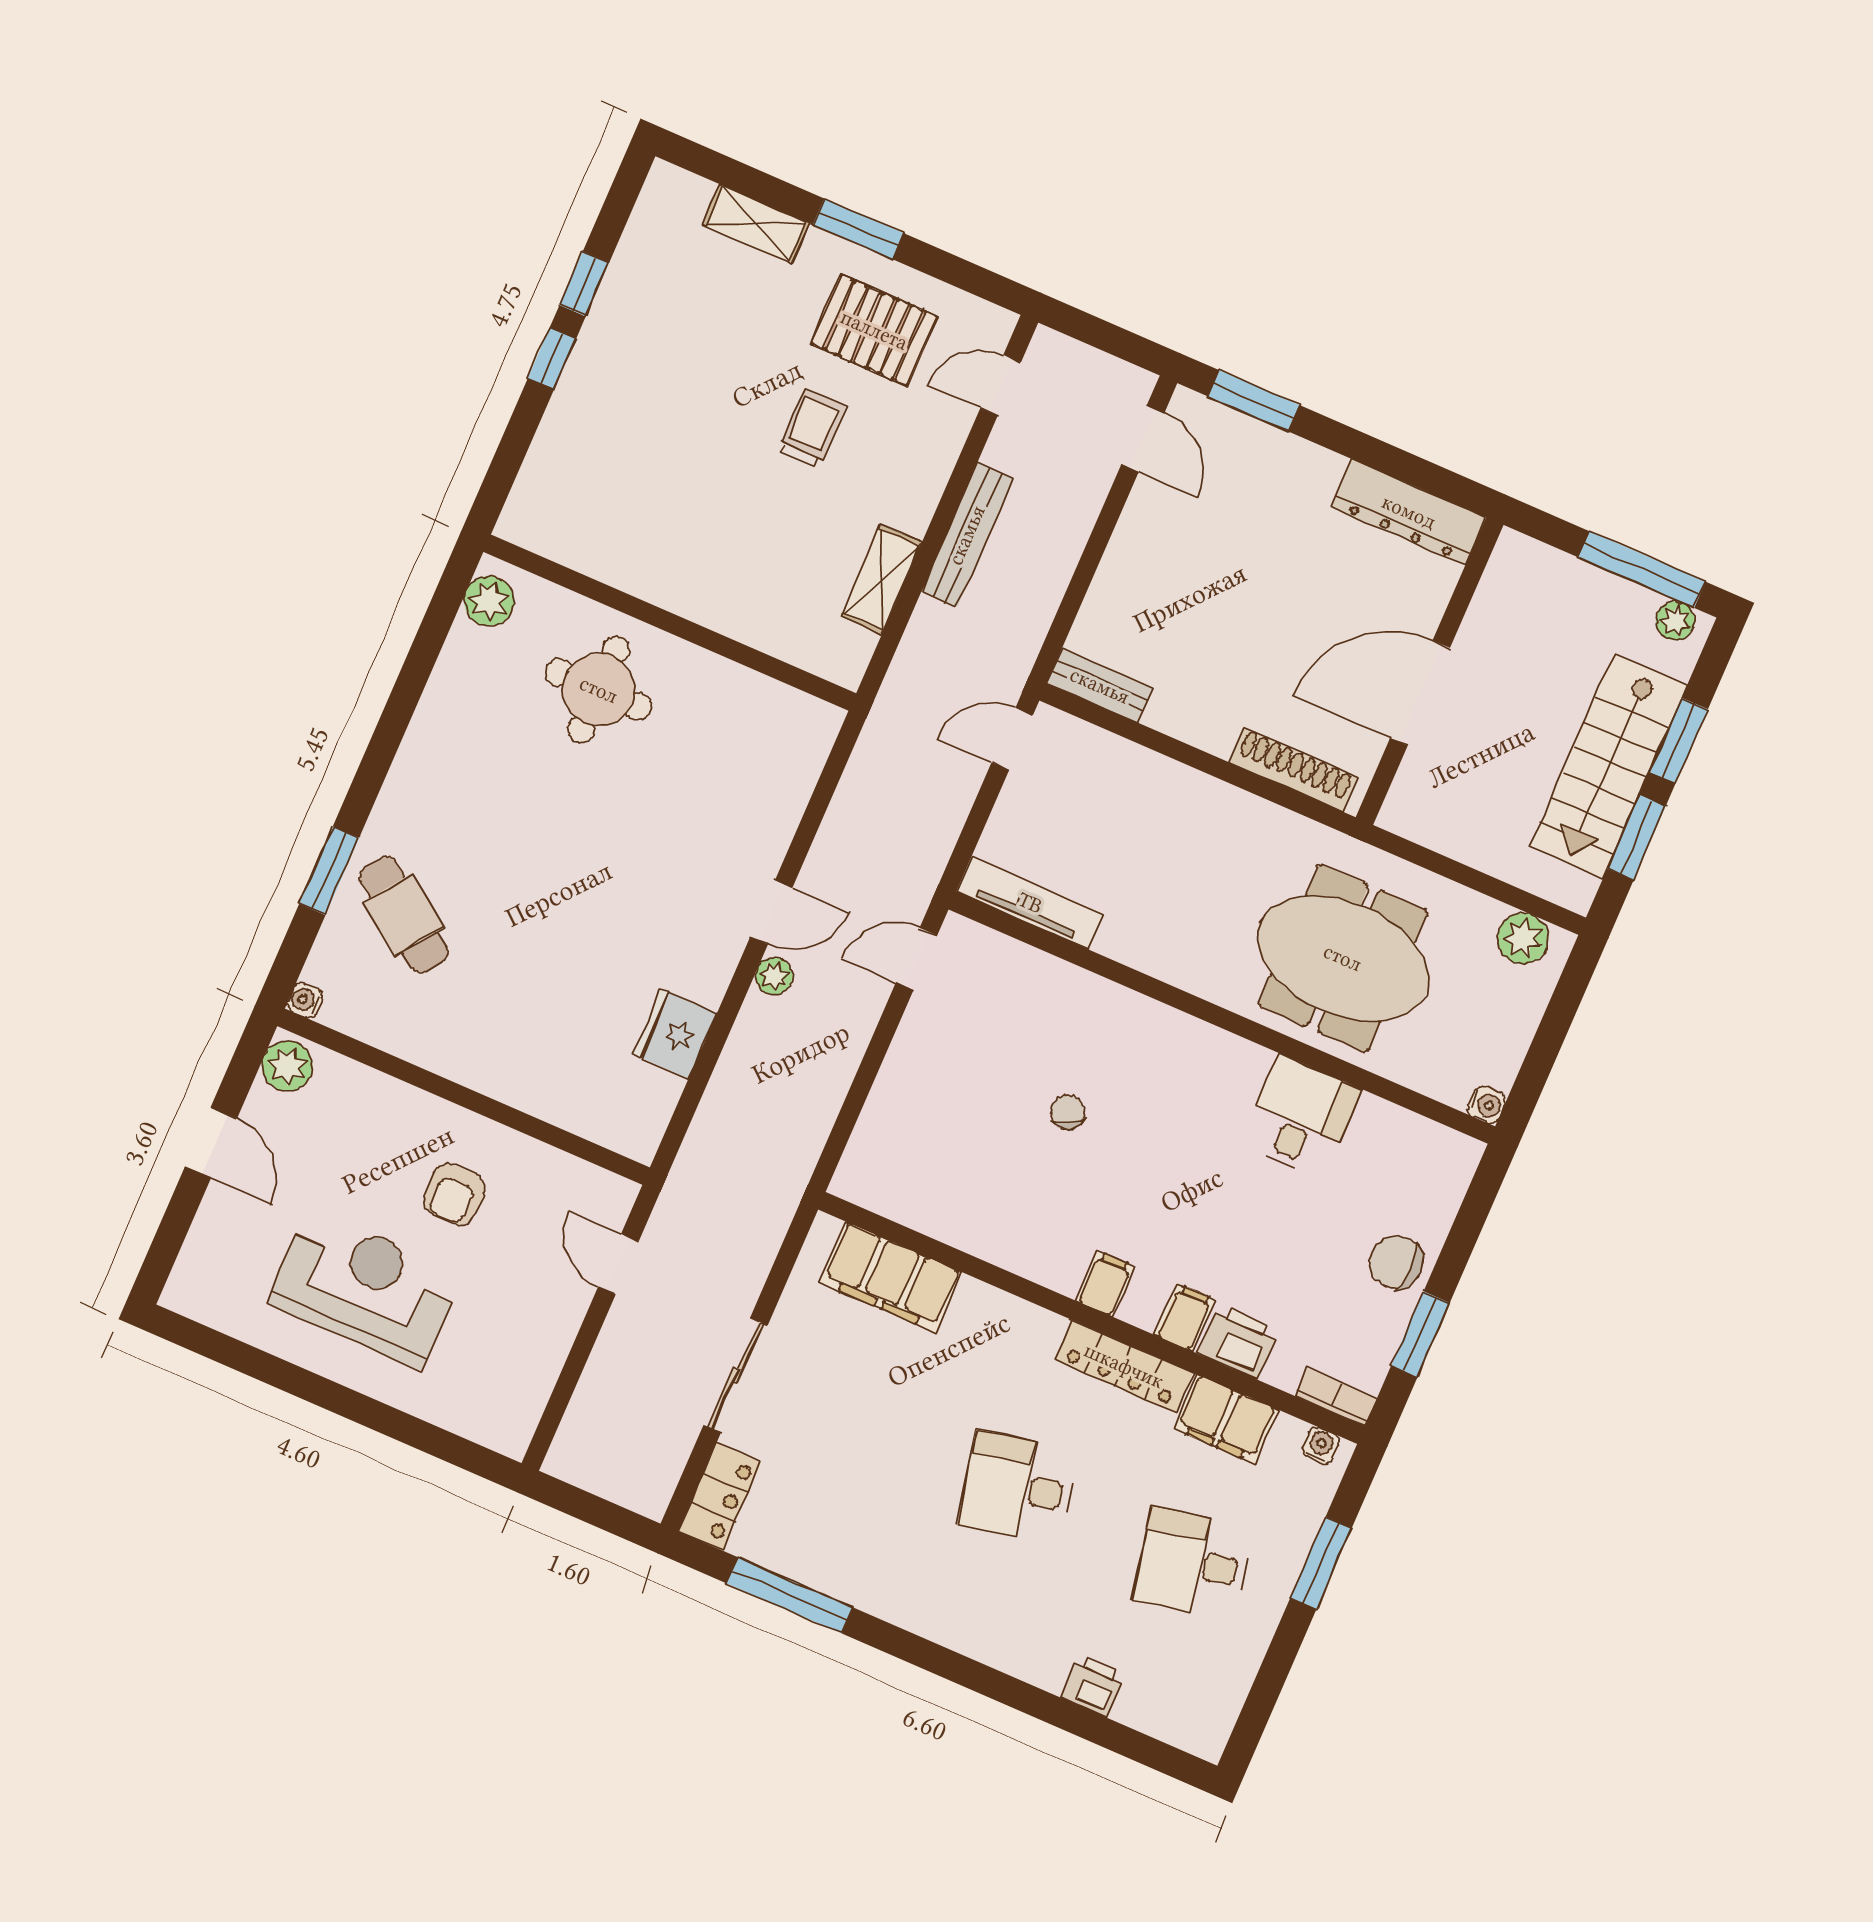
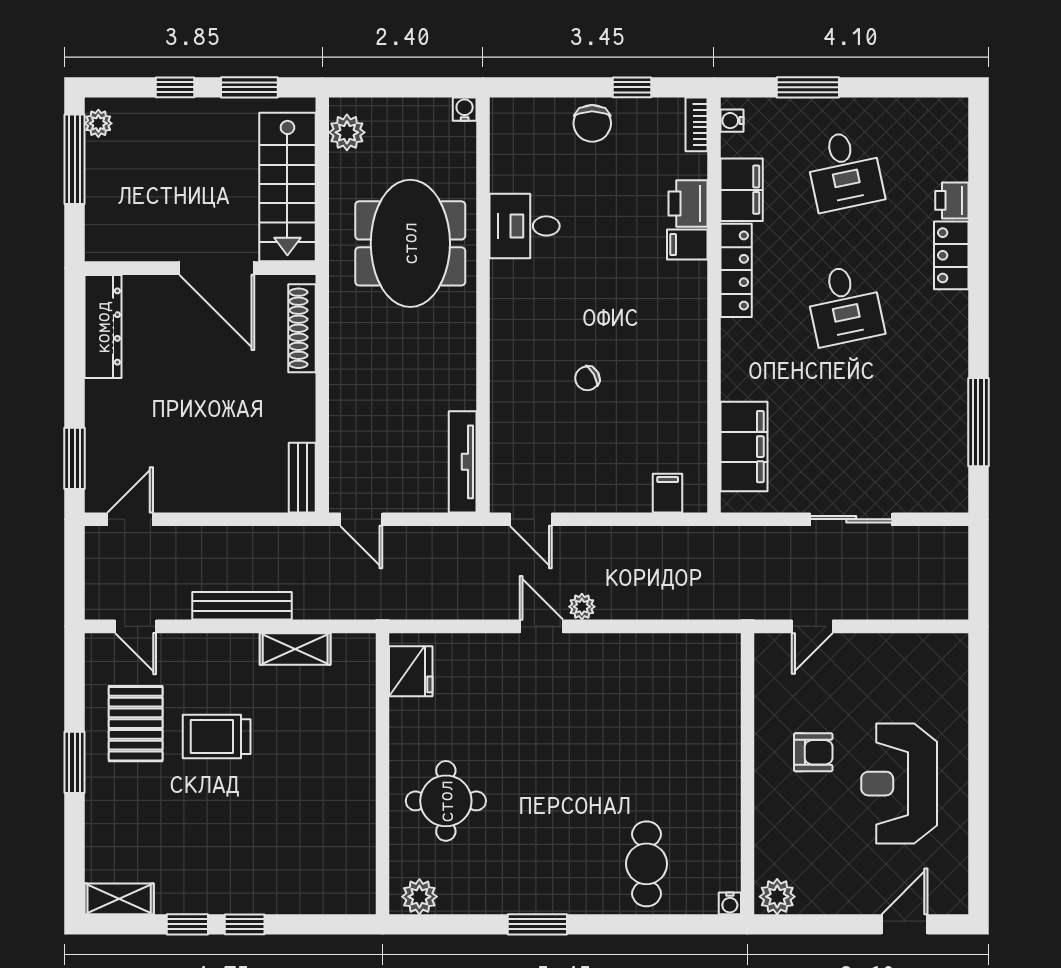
shelving: (756, 224) -> (119, 899), moved, turned 90
trolley: (812, 428) -> (217, 737), width x1.36, depth x1.39
window: (1679, 741) -> (175, 87), width x0.67
stairs: (1609, 766) -> (287, 187), moved, turned 90
window: (329, 871) -> (537, 924), moved
cafe table: (403, 915) -> (647, 864), turned -36
fridge: (675, 1034) -> (411, 671), moved, turned -90
door: (211, 1143) -> (904, 924), moved
filing cabinet: (1105, 1284) -> (668, 493), moved, turned 90
window: (1420, 1334) -> (632, 87), width x0.67
locker: (720, 1497) -> (951, 255), moved, turned -90

